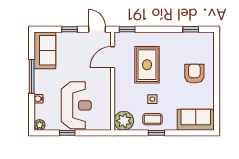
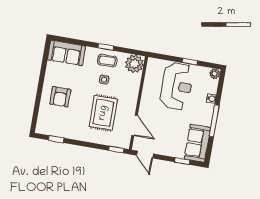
window: (70, 29) -> (182, 161), moved
door: (113, 57) -> (135, 126), hinge flipped
reception desk: (76, 105) -> (177, 86), turned 180

